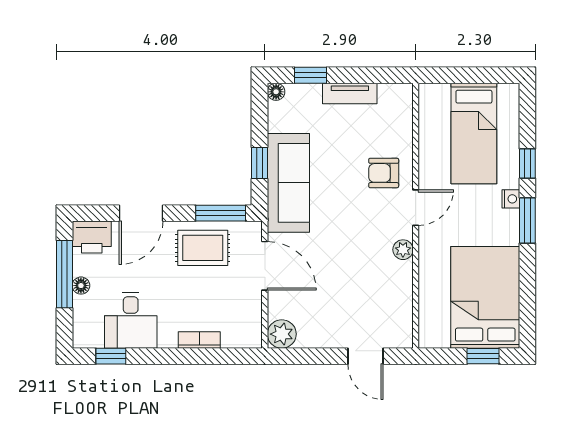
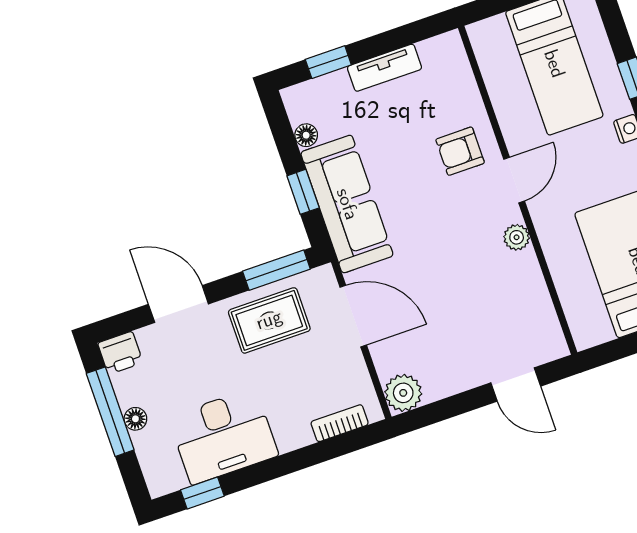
floor lamp: (276, 92) -> (306, 135), moved
door: (141, 213) -> (178, 304), swing flipped
printer: (92, 237) -> (120, 353), width x0.73, depth x0.81
desk: (131, 320) -> (223, 436), width x1.37
bookcase: (199, 340) -> (340, 423), moved

